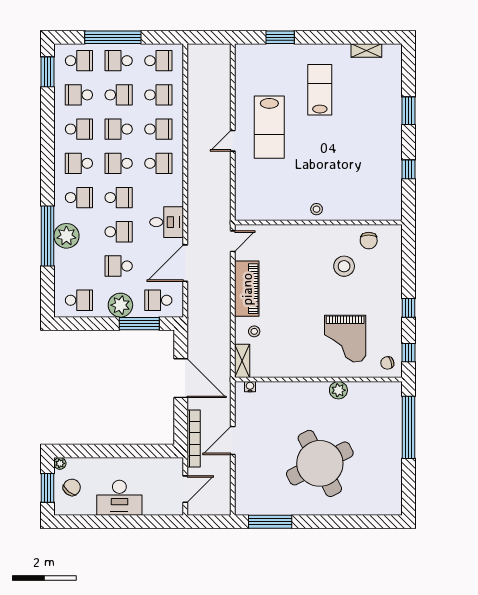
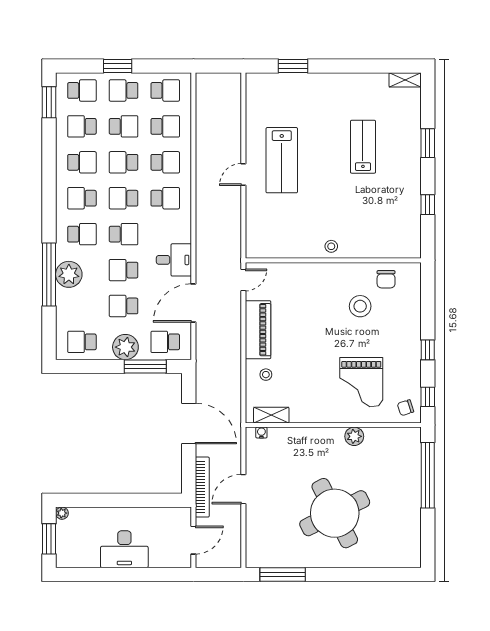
window: (113, 37) -> (118, 66), width x0.47
shelving: (366, 50) -> (405, 80), moved
lab bench: (320, 90) -> (363, 147), moved
school desk: (119, 232) -> (124, 270), turned 180
school desk: (79, 300) -> (82, 342), turned 180
shelving: (242, 361) -> (271, 415), moved, turned 90
chair: (72, 487) -> (74, 538), removed

